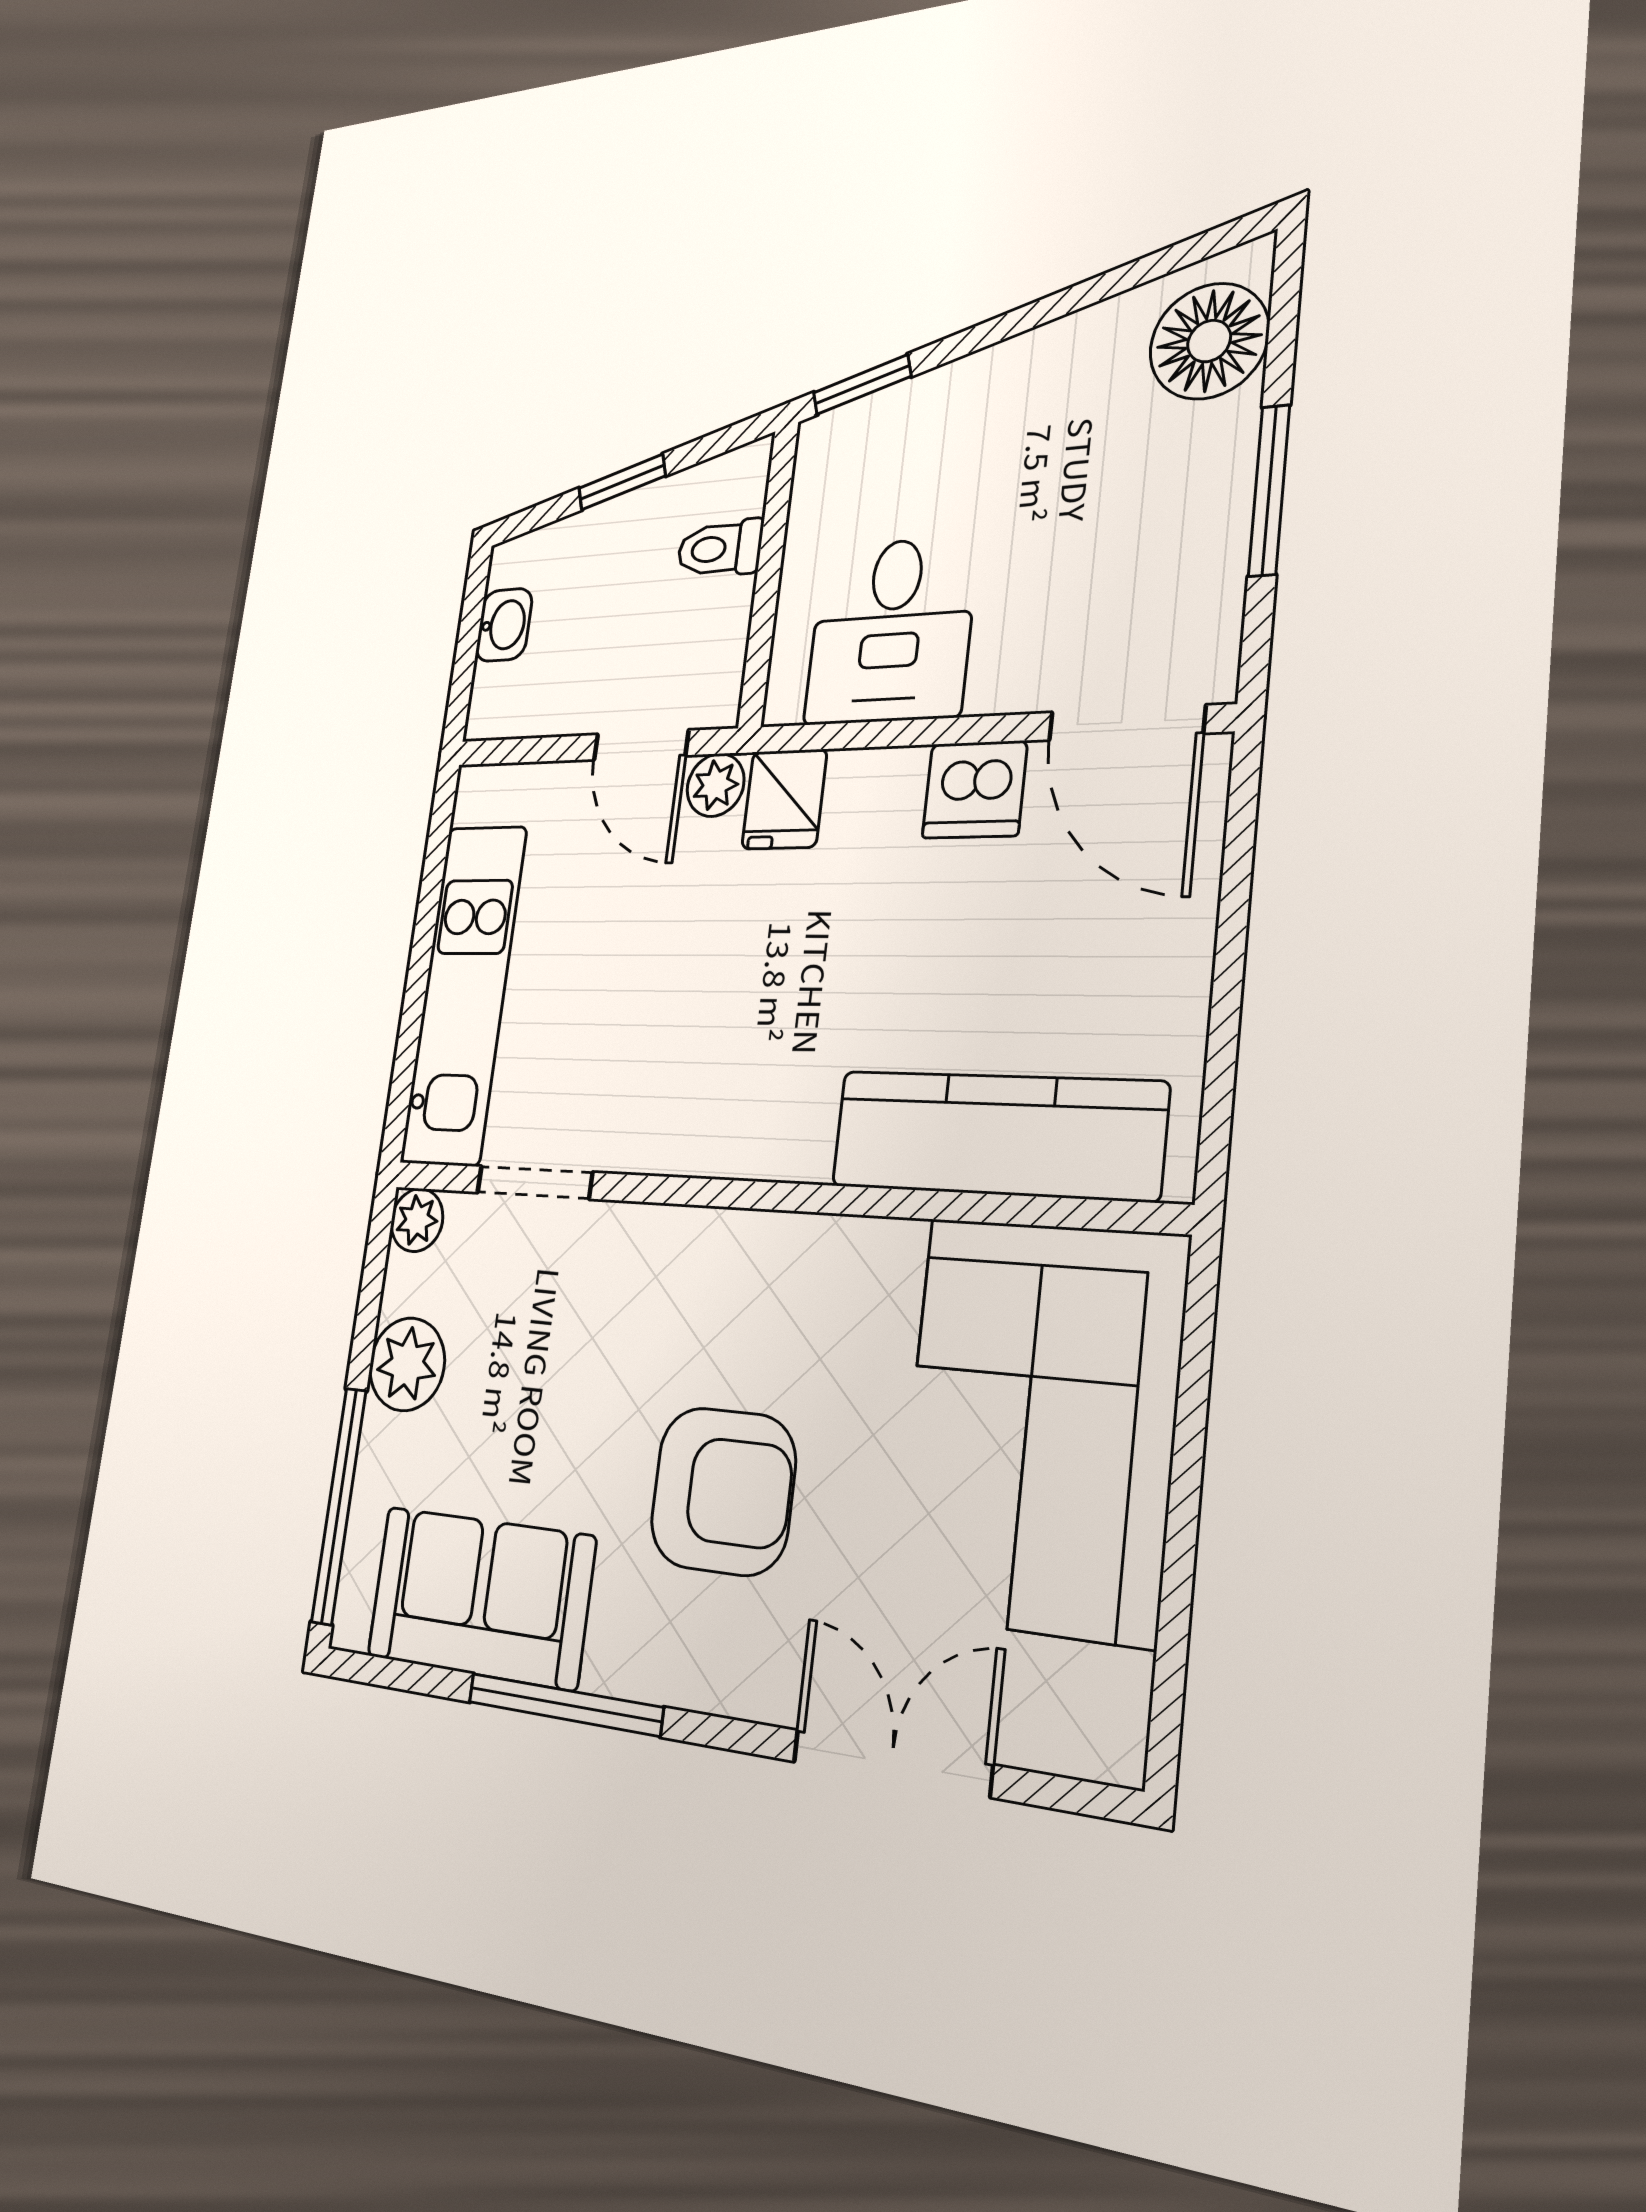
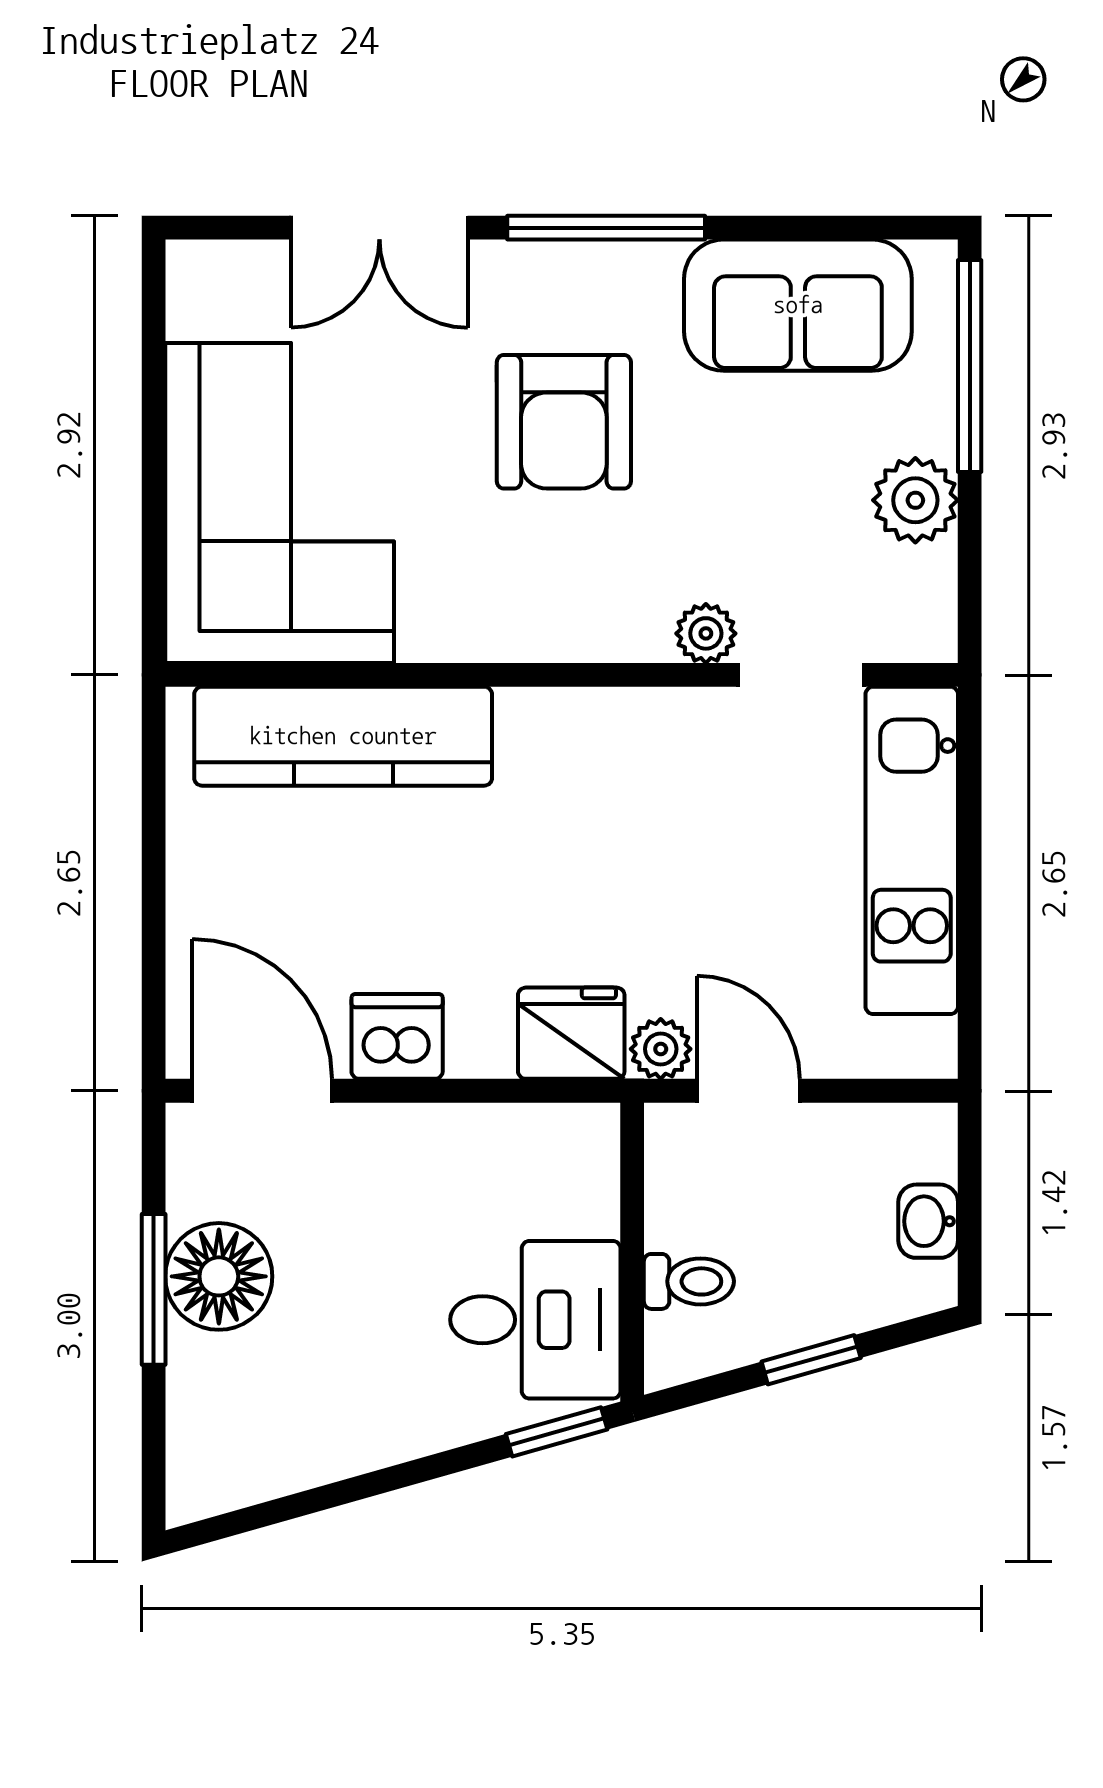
floor lamp: (1209, 341) -> (219, 1276), moved
desk: (891, 631) -> (535, 1320), moved, turned 90
fridge: (784, 799) -> (571, 1033), width x1.38
plant: (417, 1220) -> (706, 633), moved
armchair: (723, 1491) -> (564, 422), turned -90
window: (565, 1705) -> (606, 228), moved

